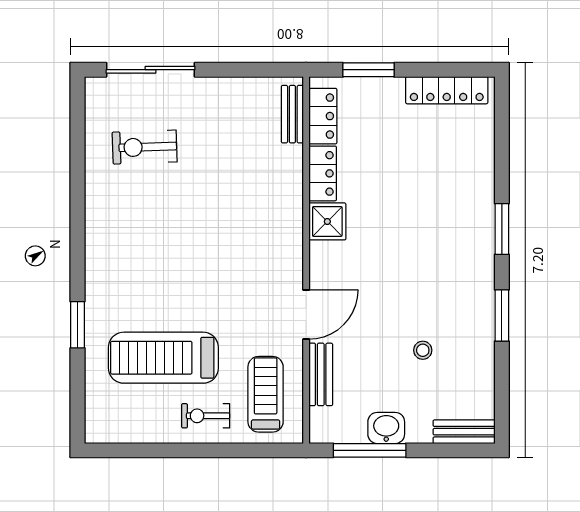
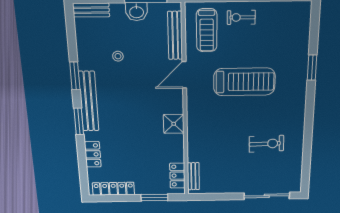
exercise bike: (145, 147) -> (266, 144), moved
locker: (323, 173) -> (93, 154), moved, turned 180
bench: (481, 267) -> (89, 101), added
treadmill: (163, 358) -> (244, 82), moved
bench: (321, 374) -> (175, 36), width x1.36
exercise bike: (206, 416) -> (241, 17), turned 180

